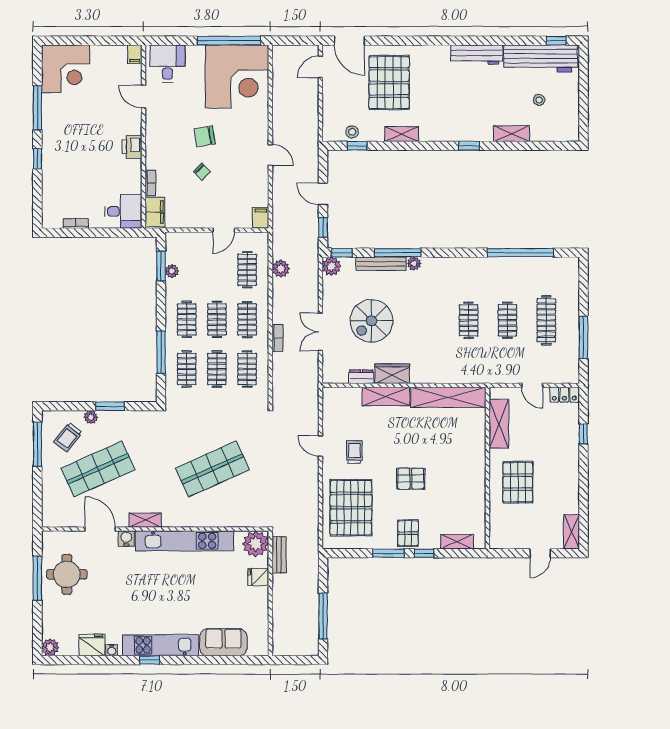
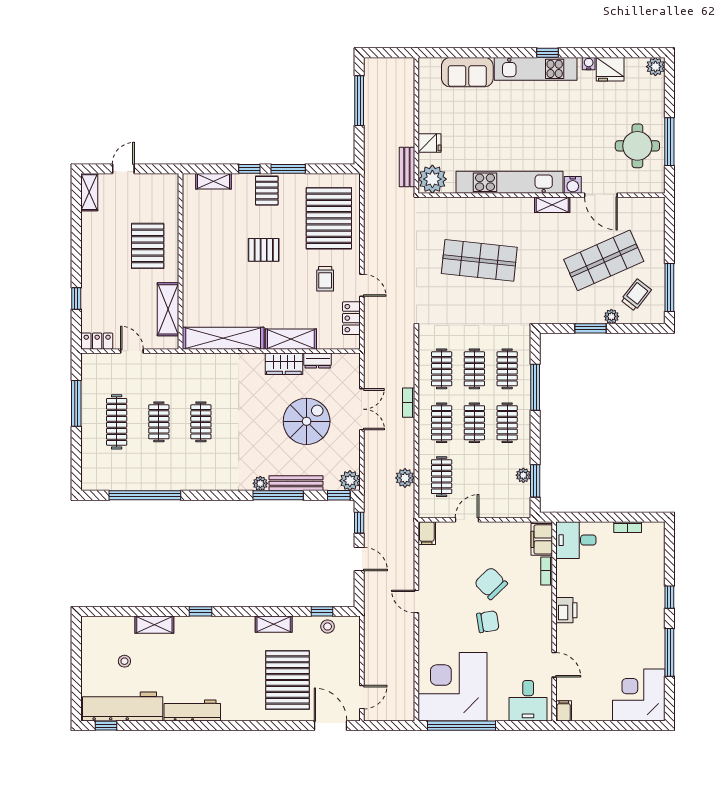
chair: (202, 172) -> (491, 583), width x1.87, depth x1.87
locker: (330, 416) -> (351, 318), added
shop shelf: (212, 469) -> (479, 260), turned 30

